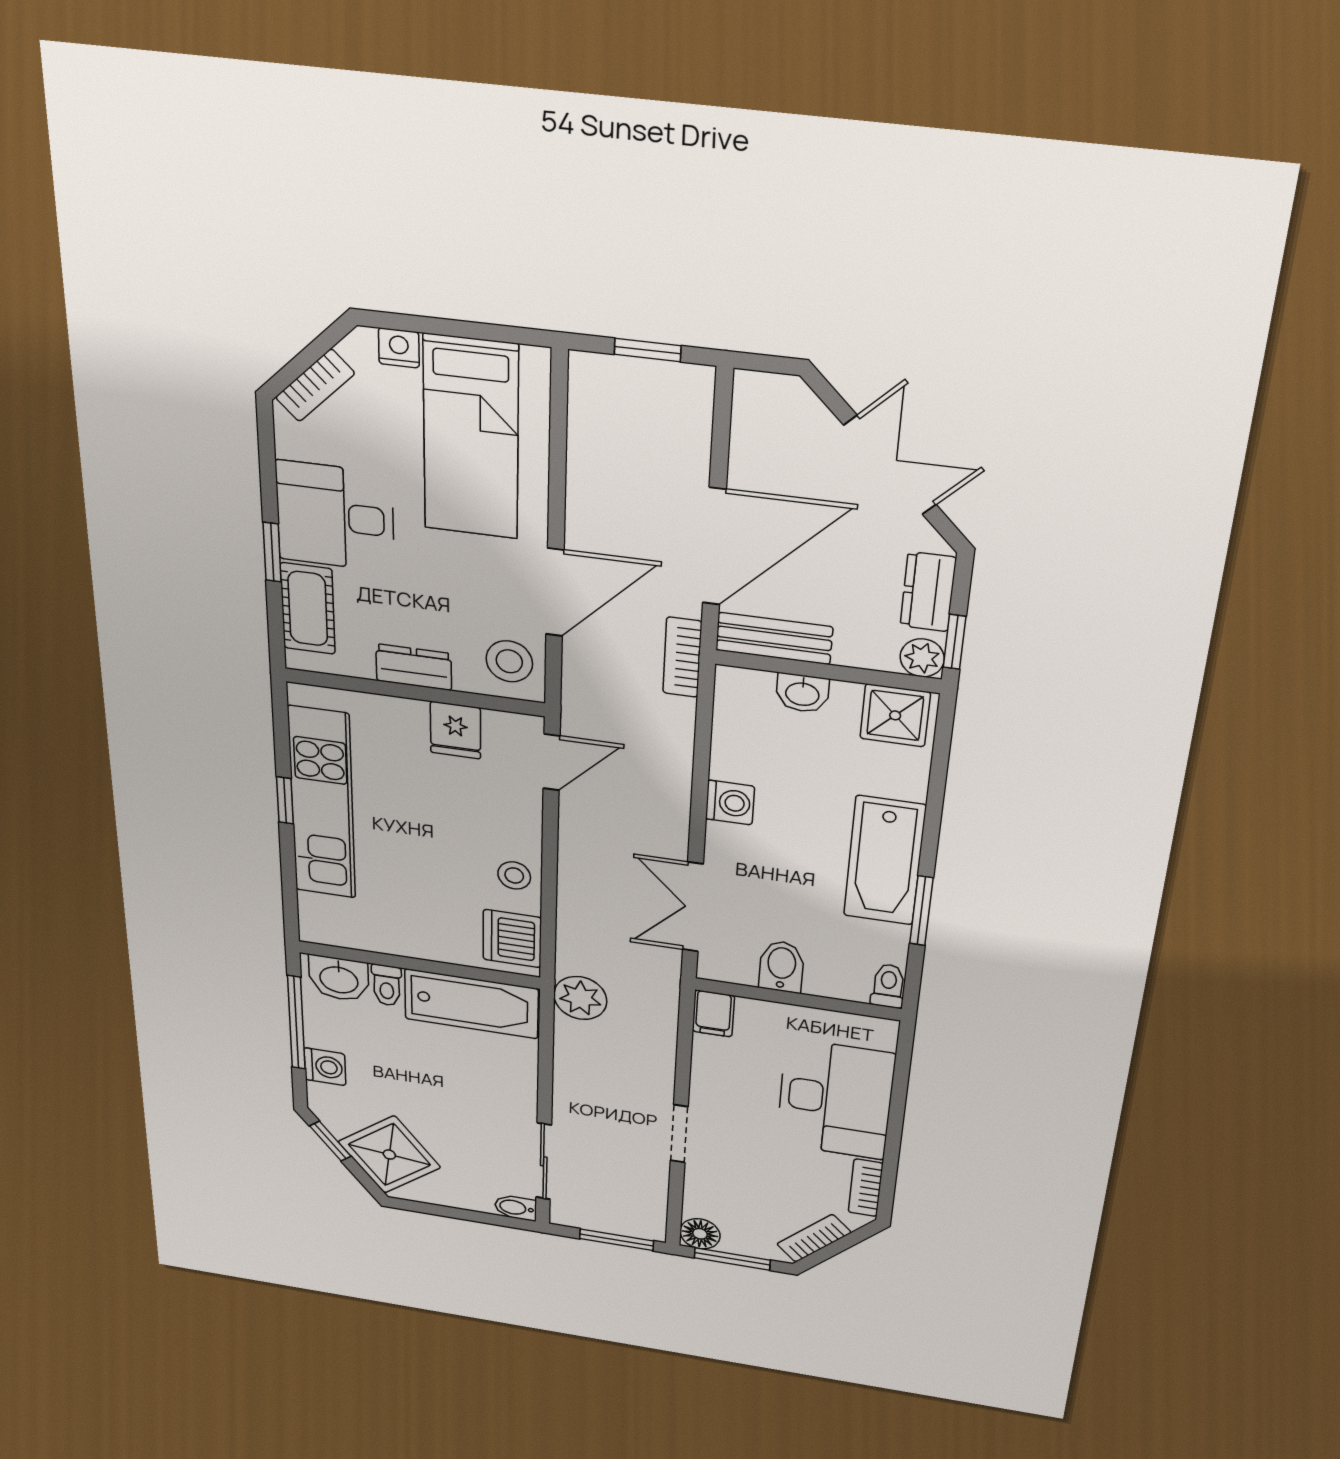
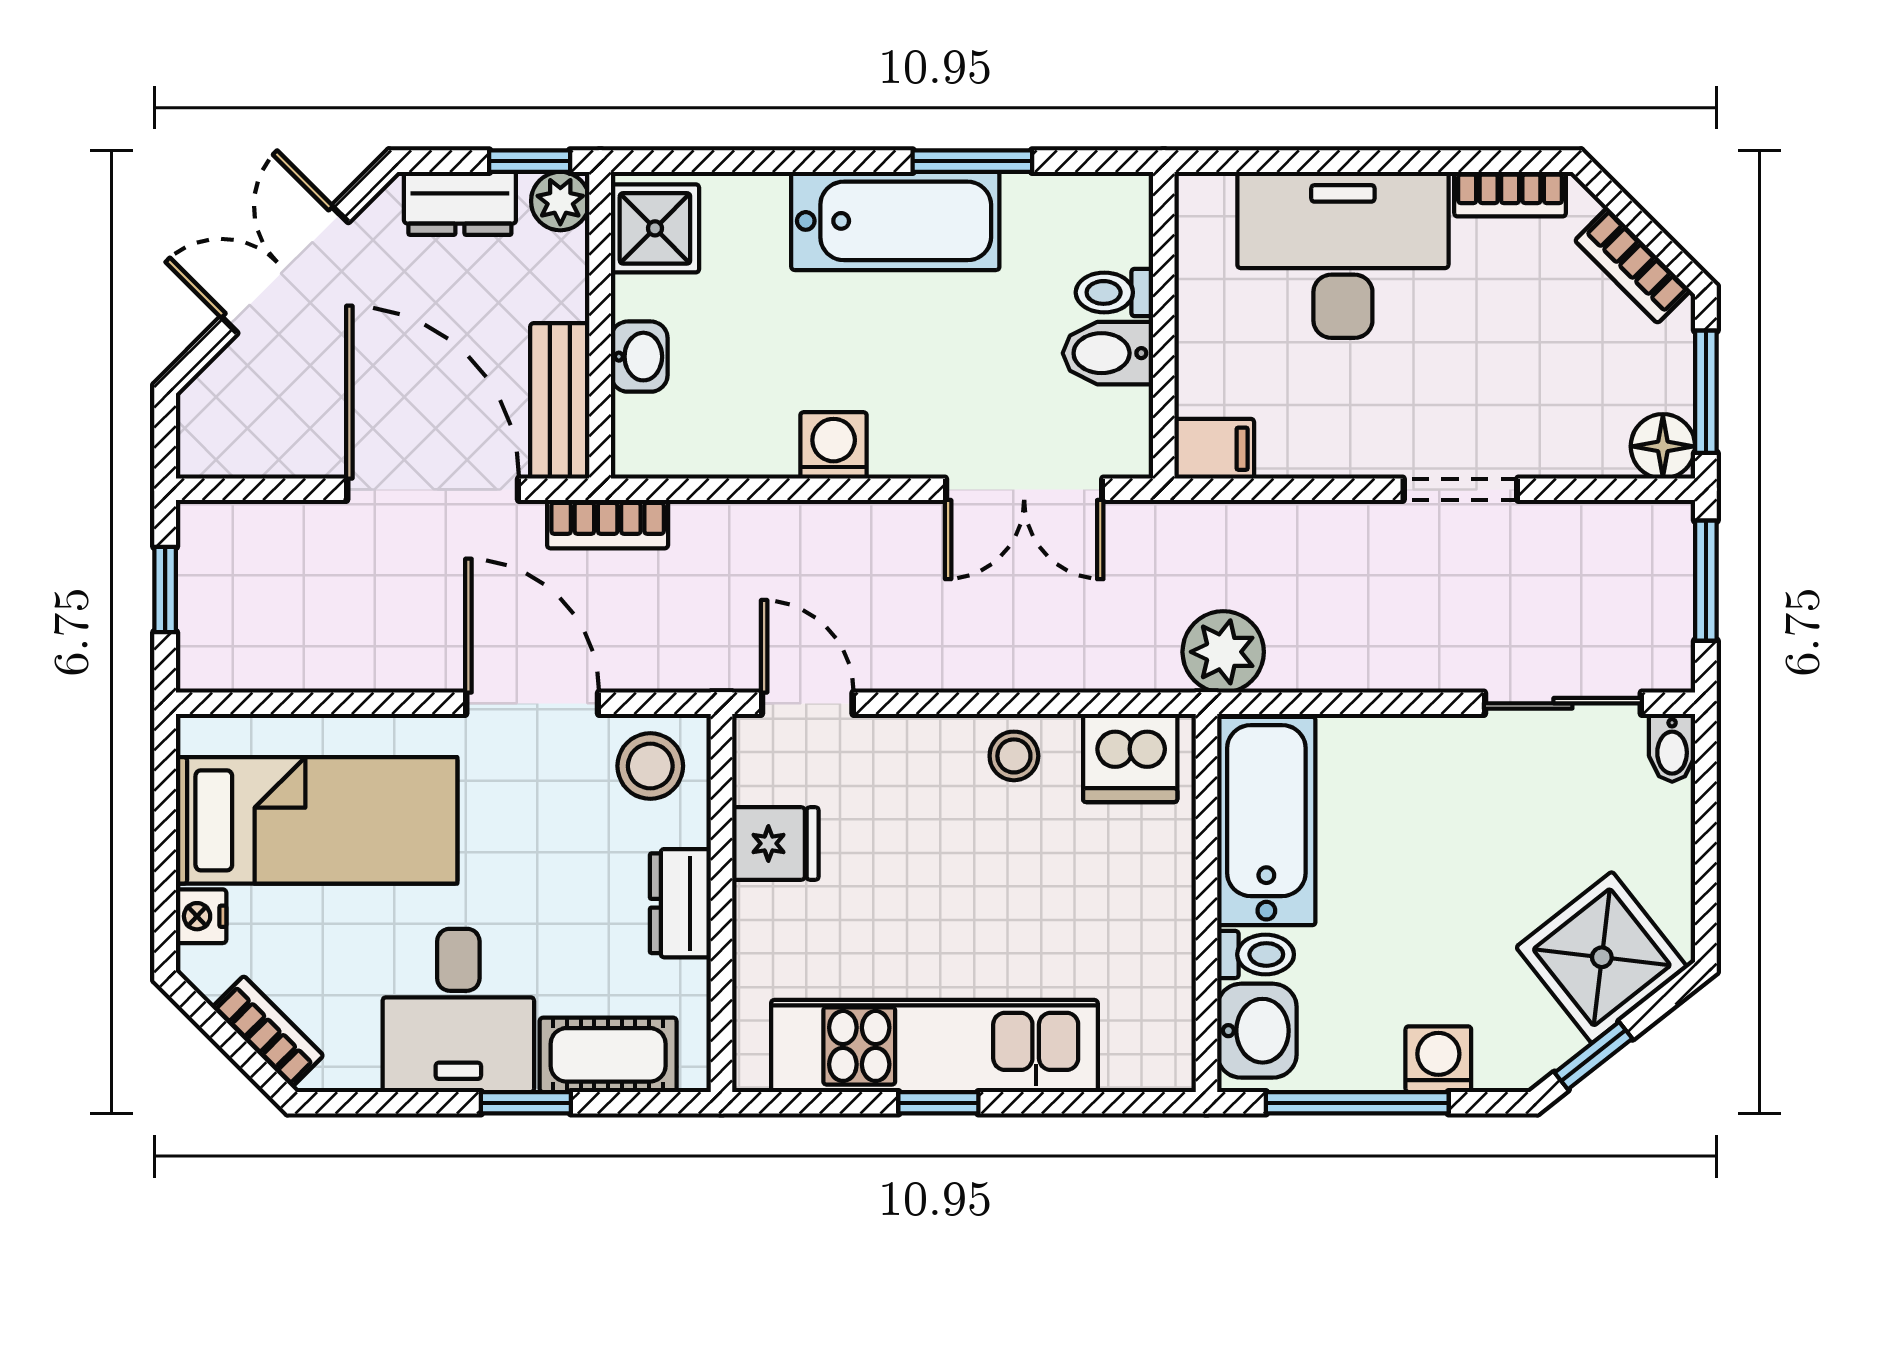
toilet: (888, 986) -> (1114, 292), moved

